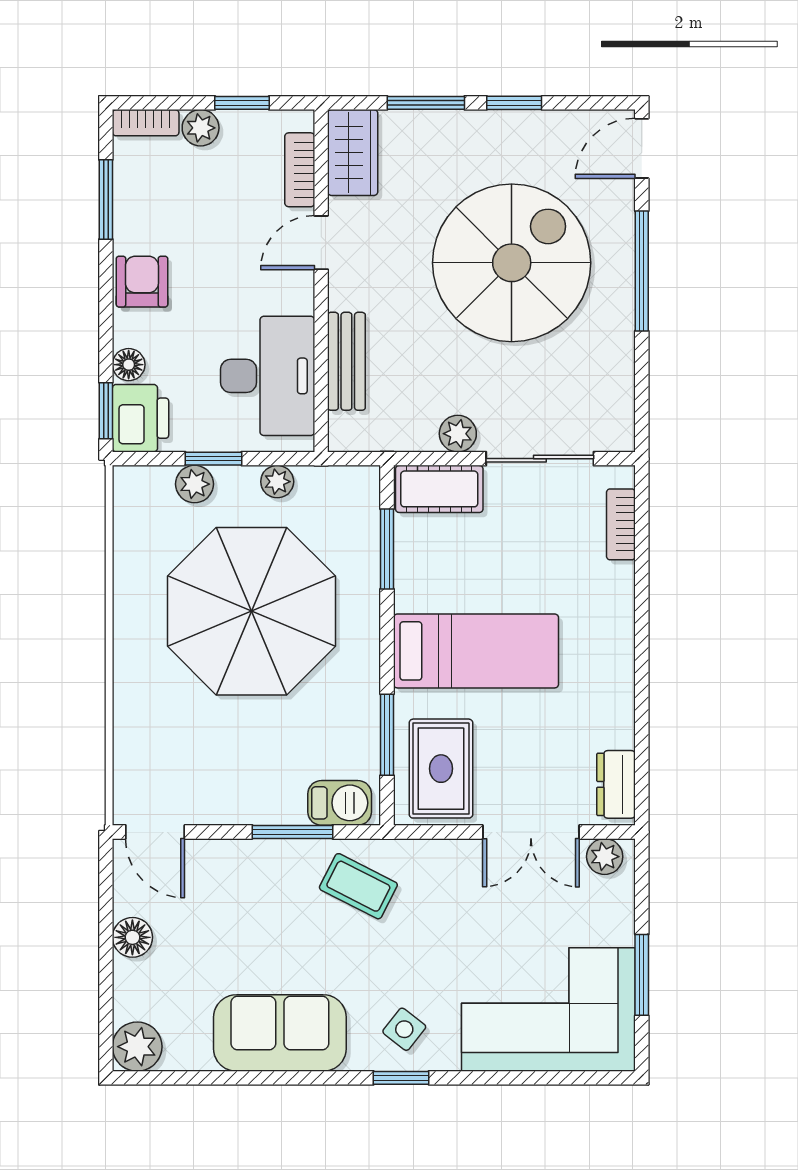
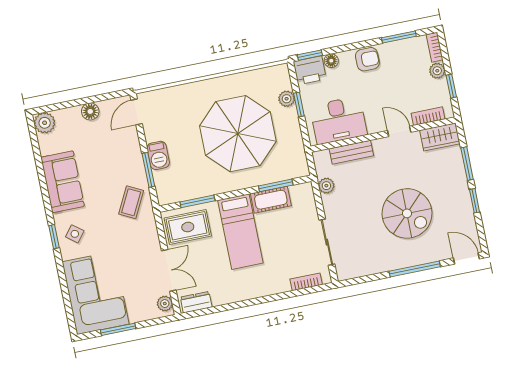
spiral stairs: (512, 263) -> (407, 213), width x0.73, depth x0.73
plant: (458, 434) -> (326, 186), moved
plant: (277, 482) -> (295, 133), removed
cot: (439, 489) -> (271, 200), moved, turned 90
barbecue: (340, 803) -> (158, 155), moved
double door: (531, 832) -> (169, 270), swing flipped

